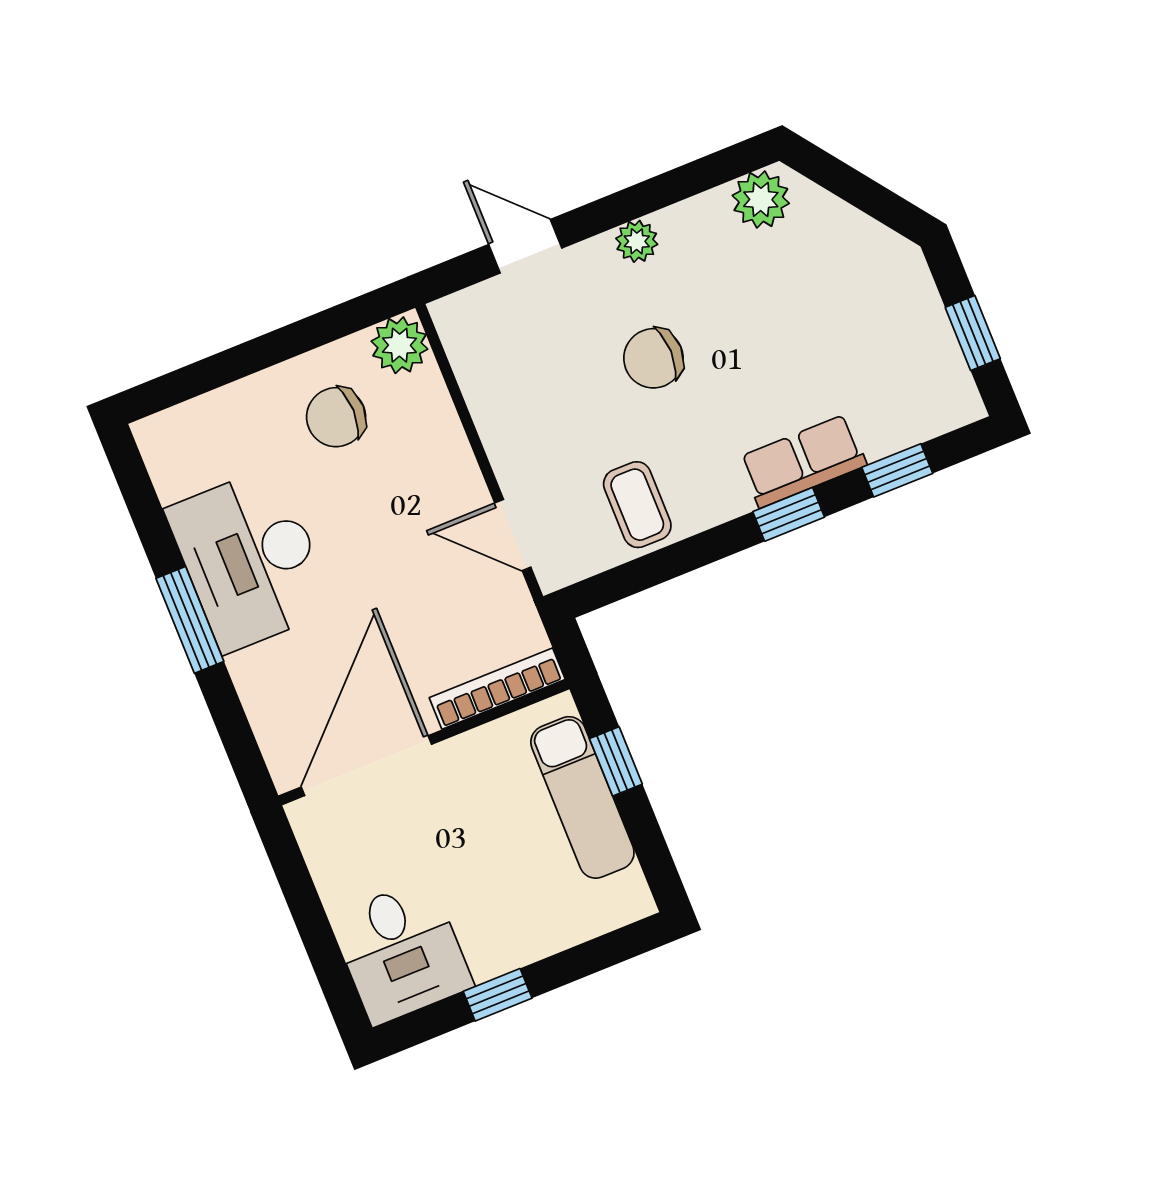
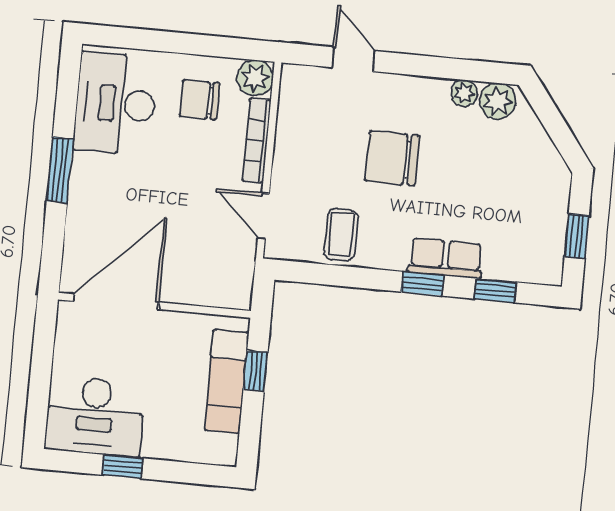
plant: (637, 241) -> (464, 93), moved
chair: (653, 358) -> (392, 158), width x1.37, depth x1.37
desk: (250, 559) -> (115, 104), moved
bookcase: (497, 689) -> (257, 141), moved, turned -90
desk: (401, 952) -> (95, 416), width x1.37

